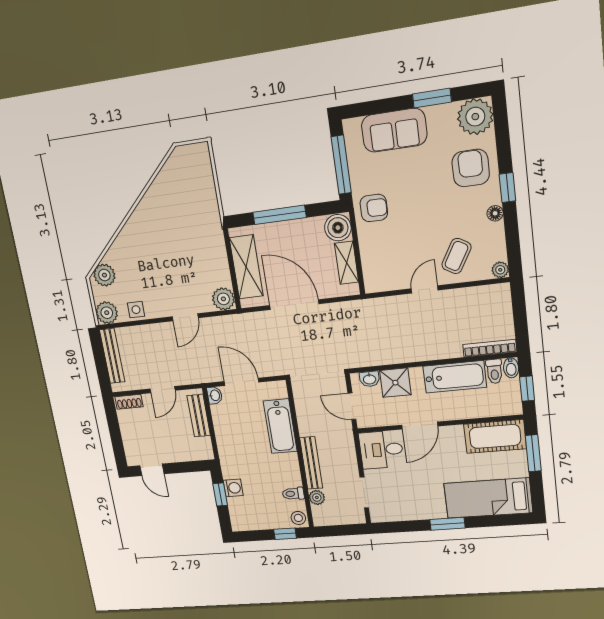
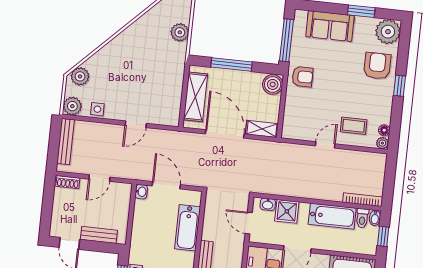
floor lamp: (495, 213) -> (384, 130), moved
coffee table: (456, 256) -> (354, 126), turned 60
shelving: (347, 263) -> (262, 129), moved, turned 90
plant: (223, 299) -> (180, 32), moved
bench: (199, 416) -> (99, 235), moved, turned 90

